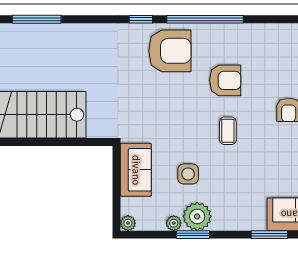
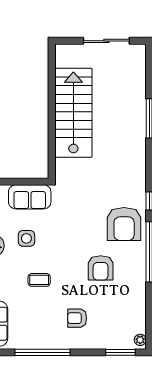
coffee table: (228, 131) -> (39, 280), moved

